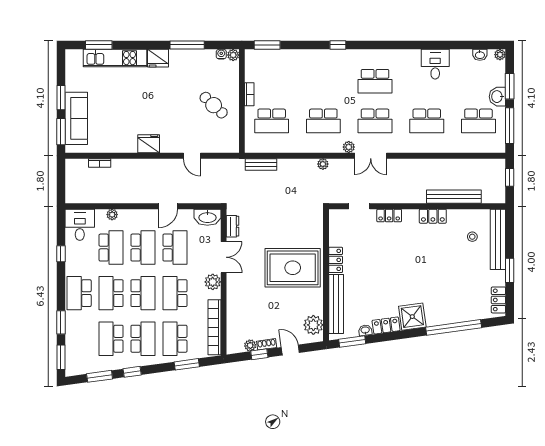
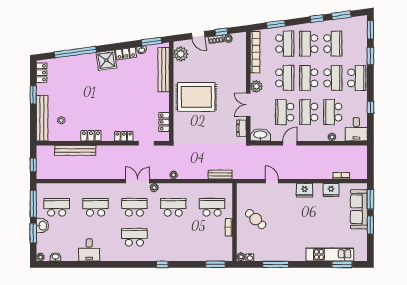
fridge: (158, 58) -> (331, 190), moved, turned 180
locker: (336, 260) -> (164, 122), moved

